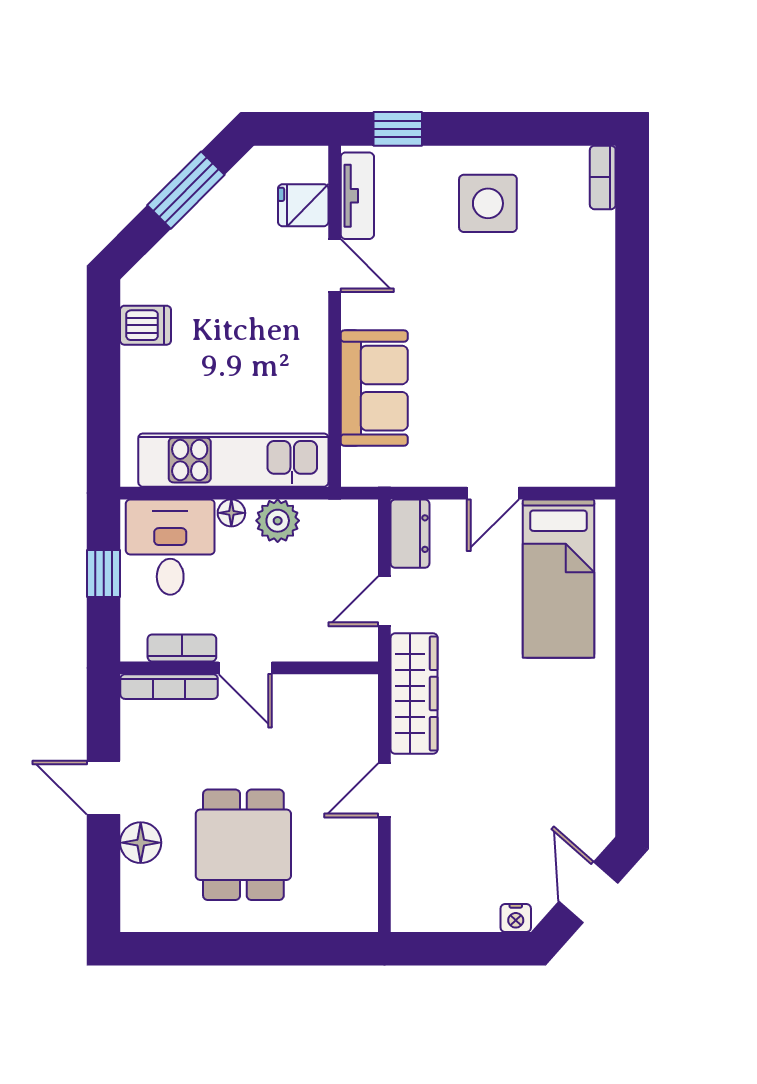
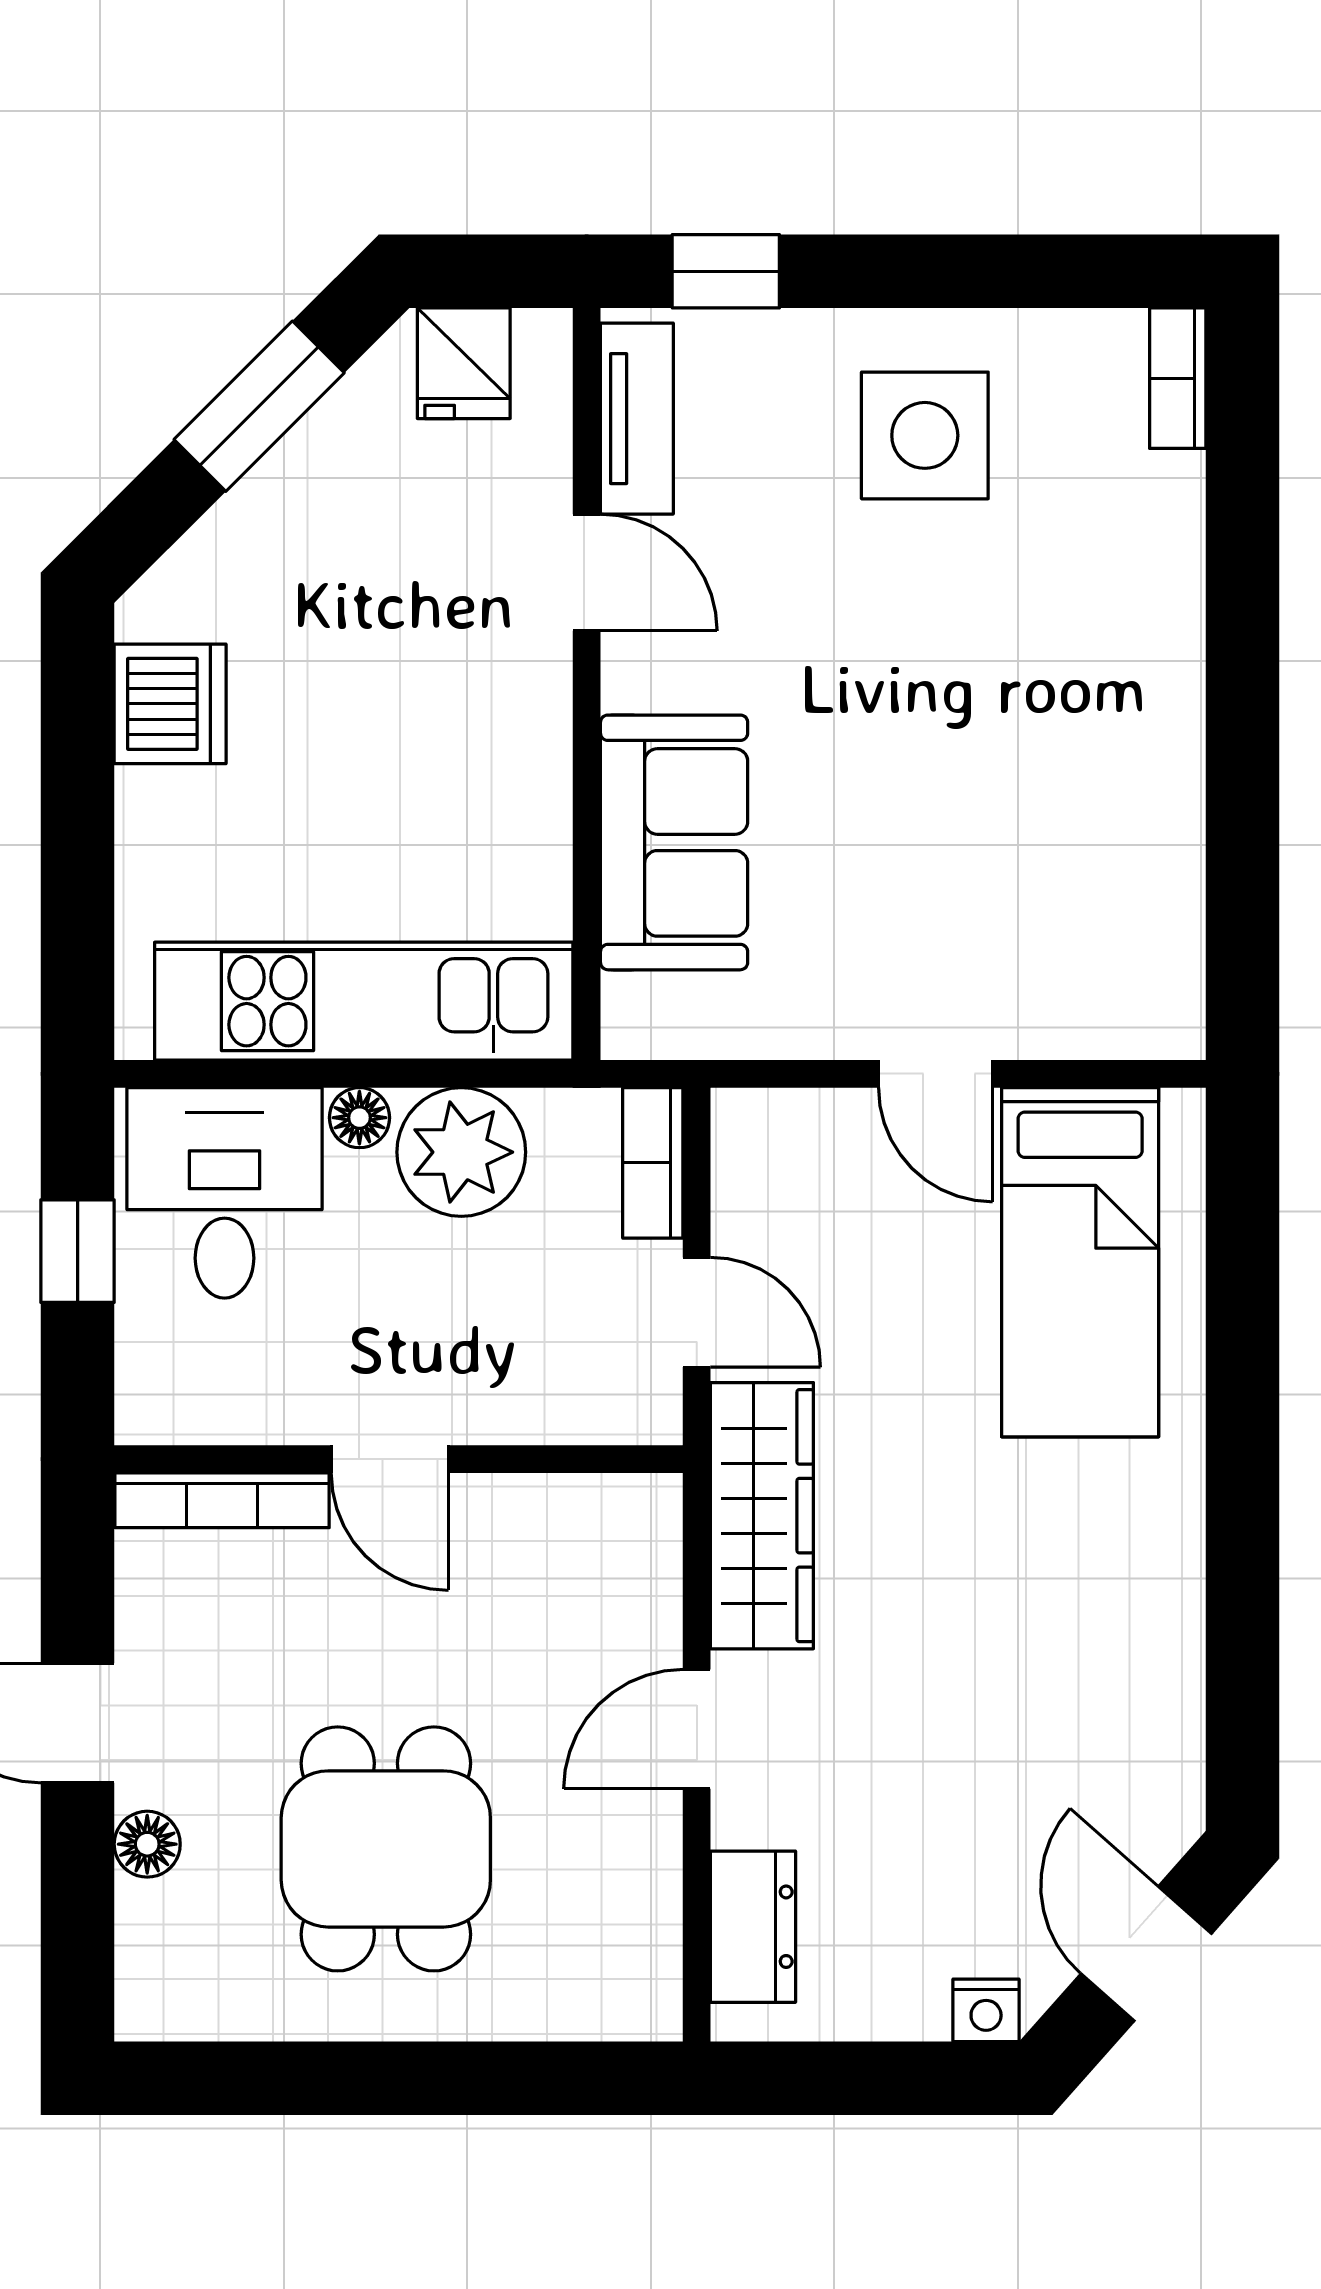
fridge: (303, 205) -> (464, 363), moved, turned -90
dishwasher: (146, 325) -> (170, 704), width x1.38
door: (493, 493) -> (936, 1074), hinge flipped
plant: (278, 521) -> (461, 1152), width x1.36, depth x1.36
dresser: (410, 534) -> (753, 1927), moved
door: (384, 601) -> (697, 1312), swing flipped
bookcase: (182, 648) -> (653, 1163), moved, turned -90
floor lamp: (141, 843) -> (147, 1844), width x0.73, depth x0.73

